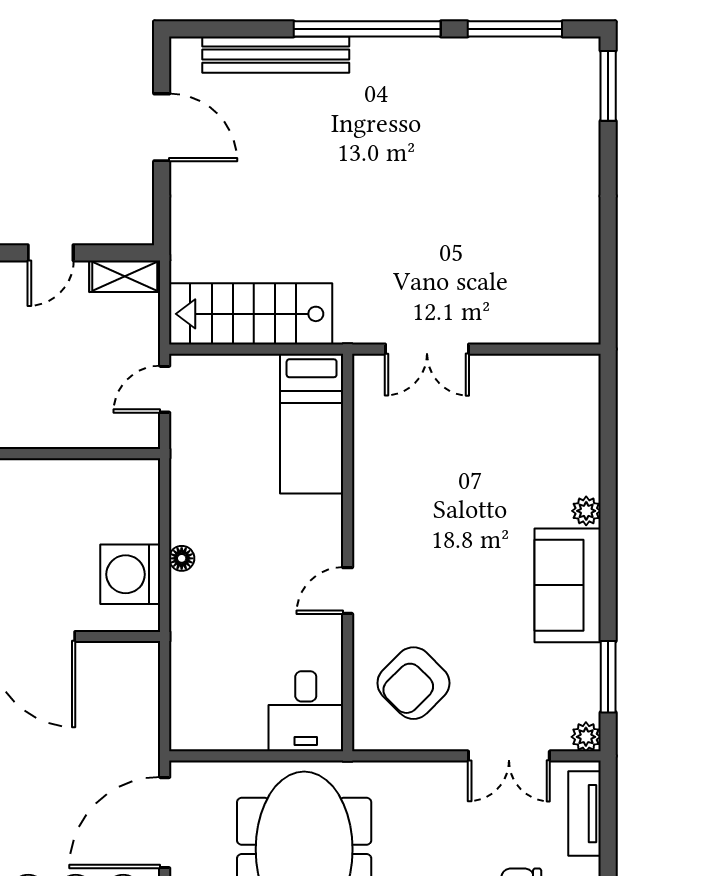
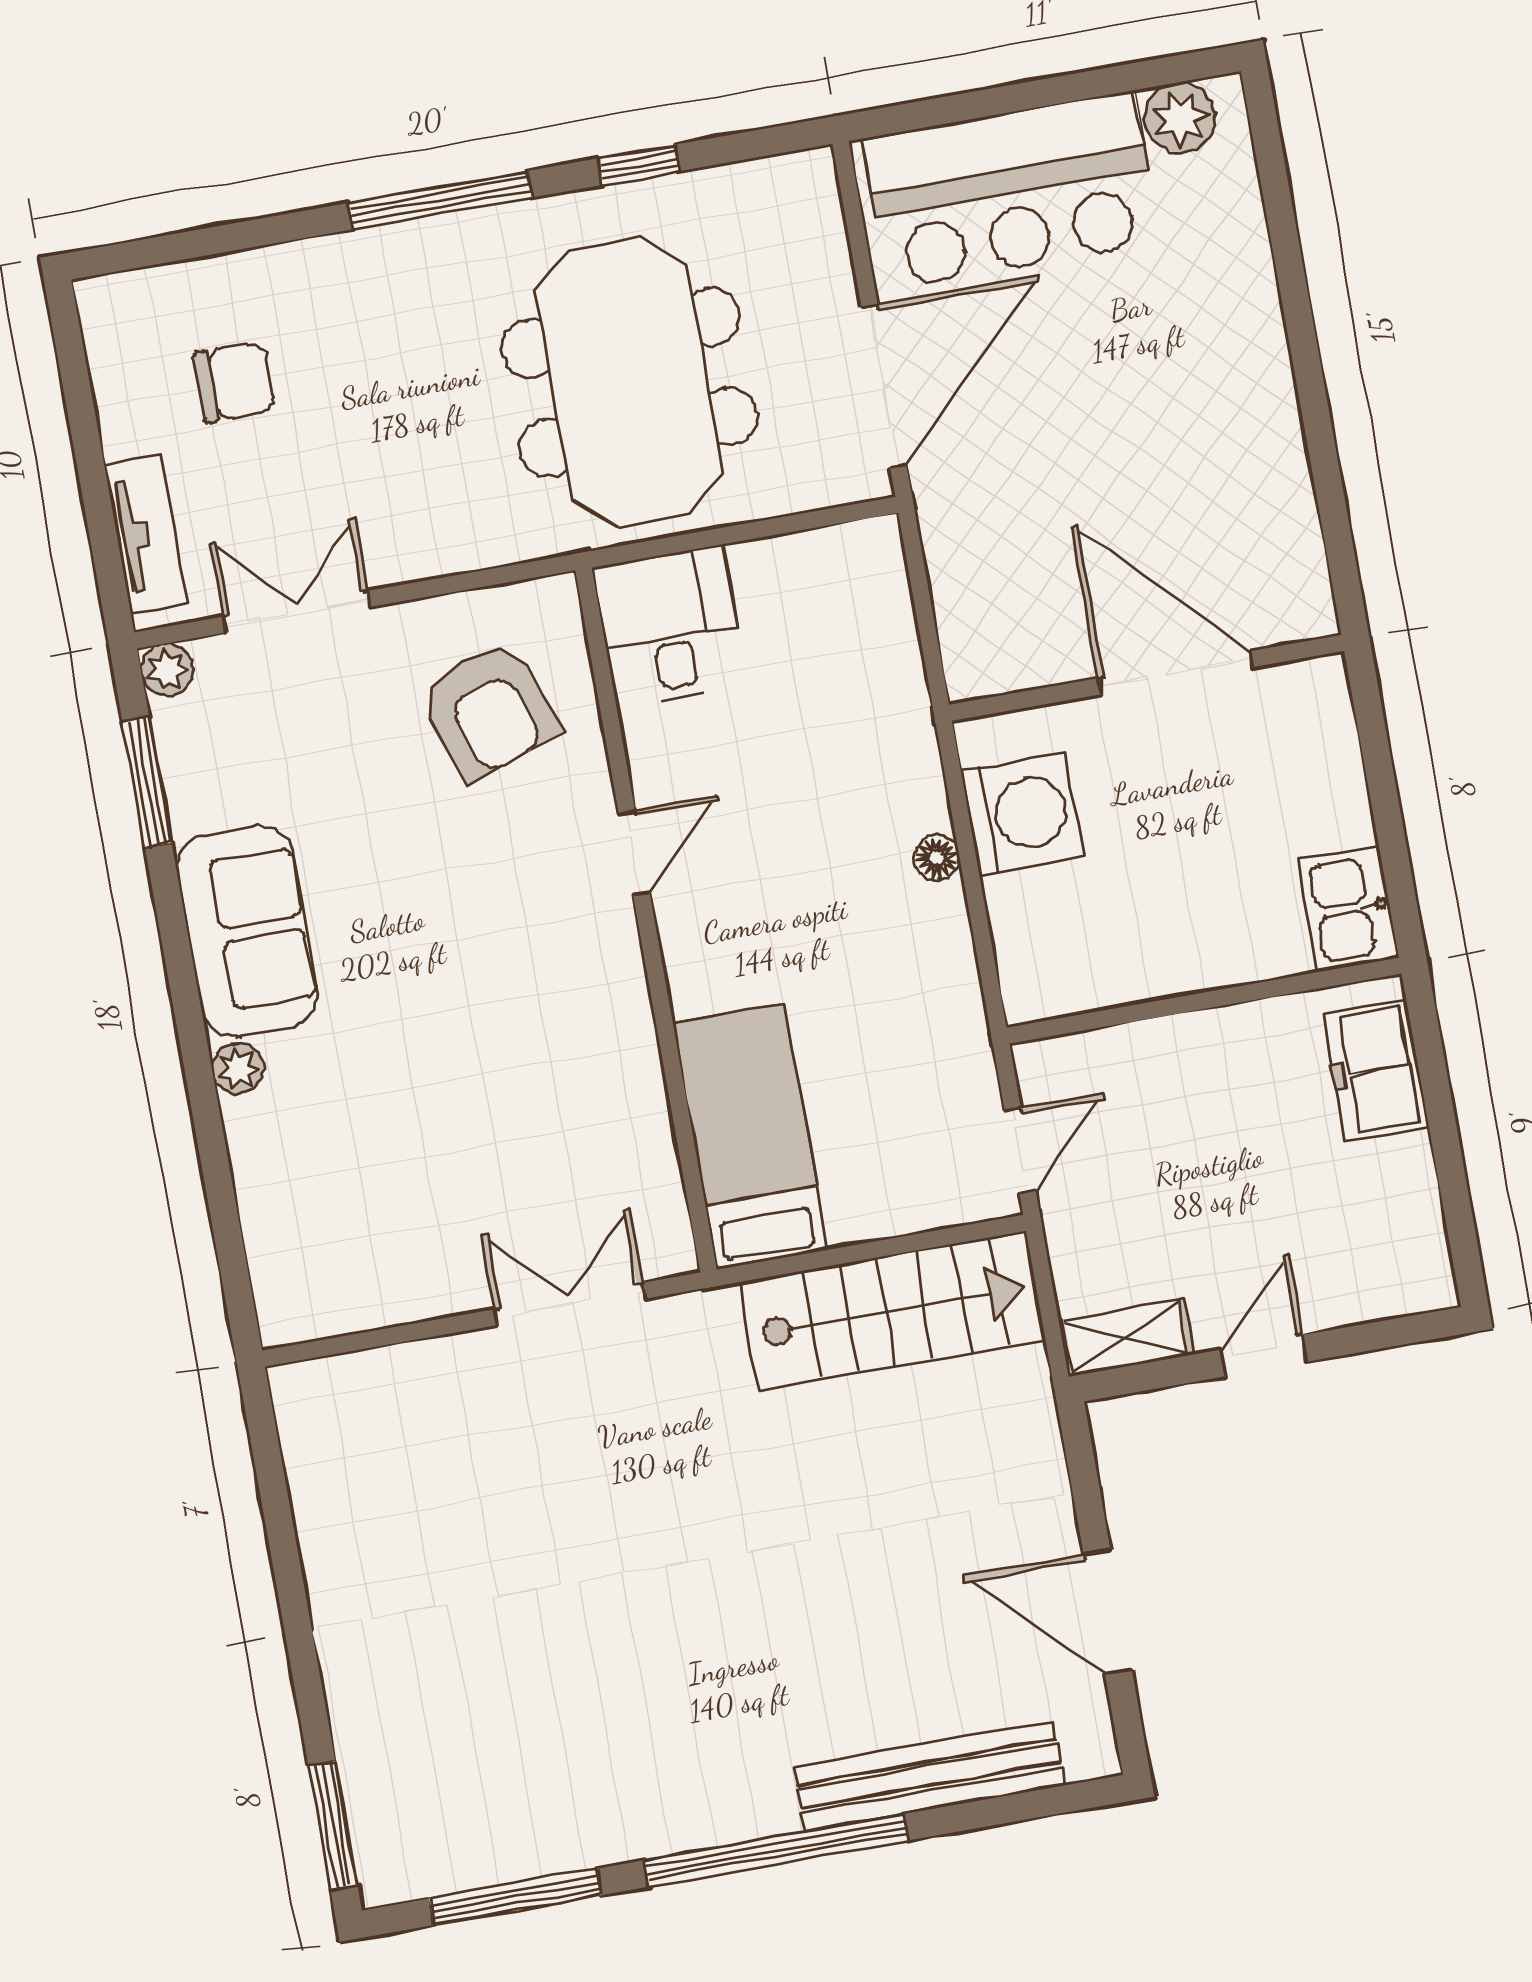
armchair: (413, 683) -> (489, 710), turned 116

